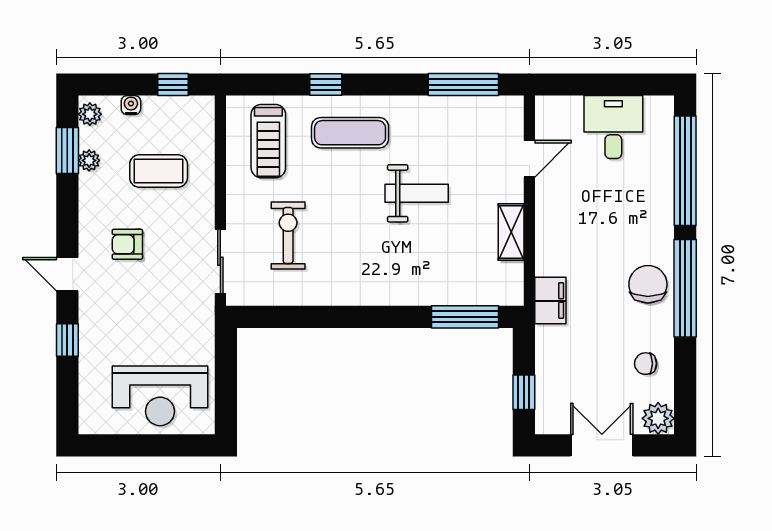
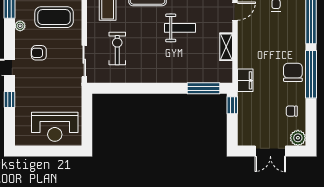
plant: (89, 160) -> (20, 26), moved
coffee table: (159, 171) -> (54, 17), width x1.36, depth x1.32
window: (524, 392) -> (232, 105), moved
double door: (602, 445) -> (270, 151), swing flipped

